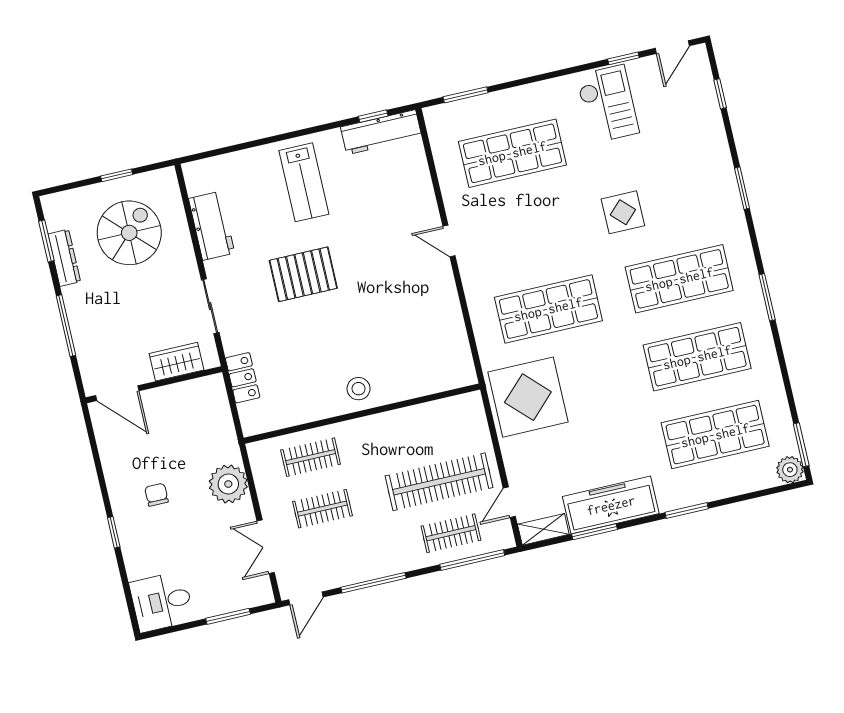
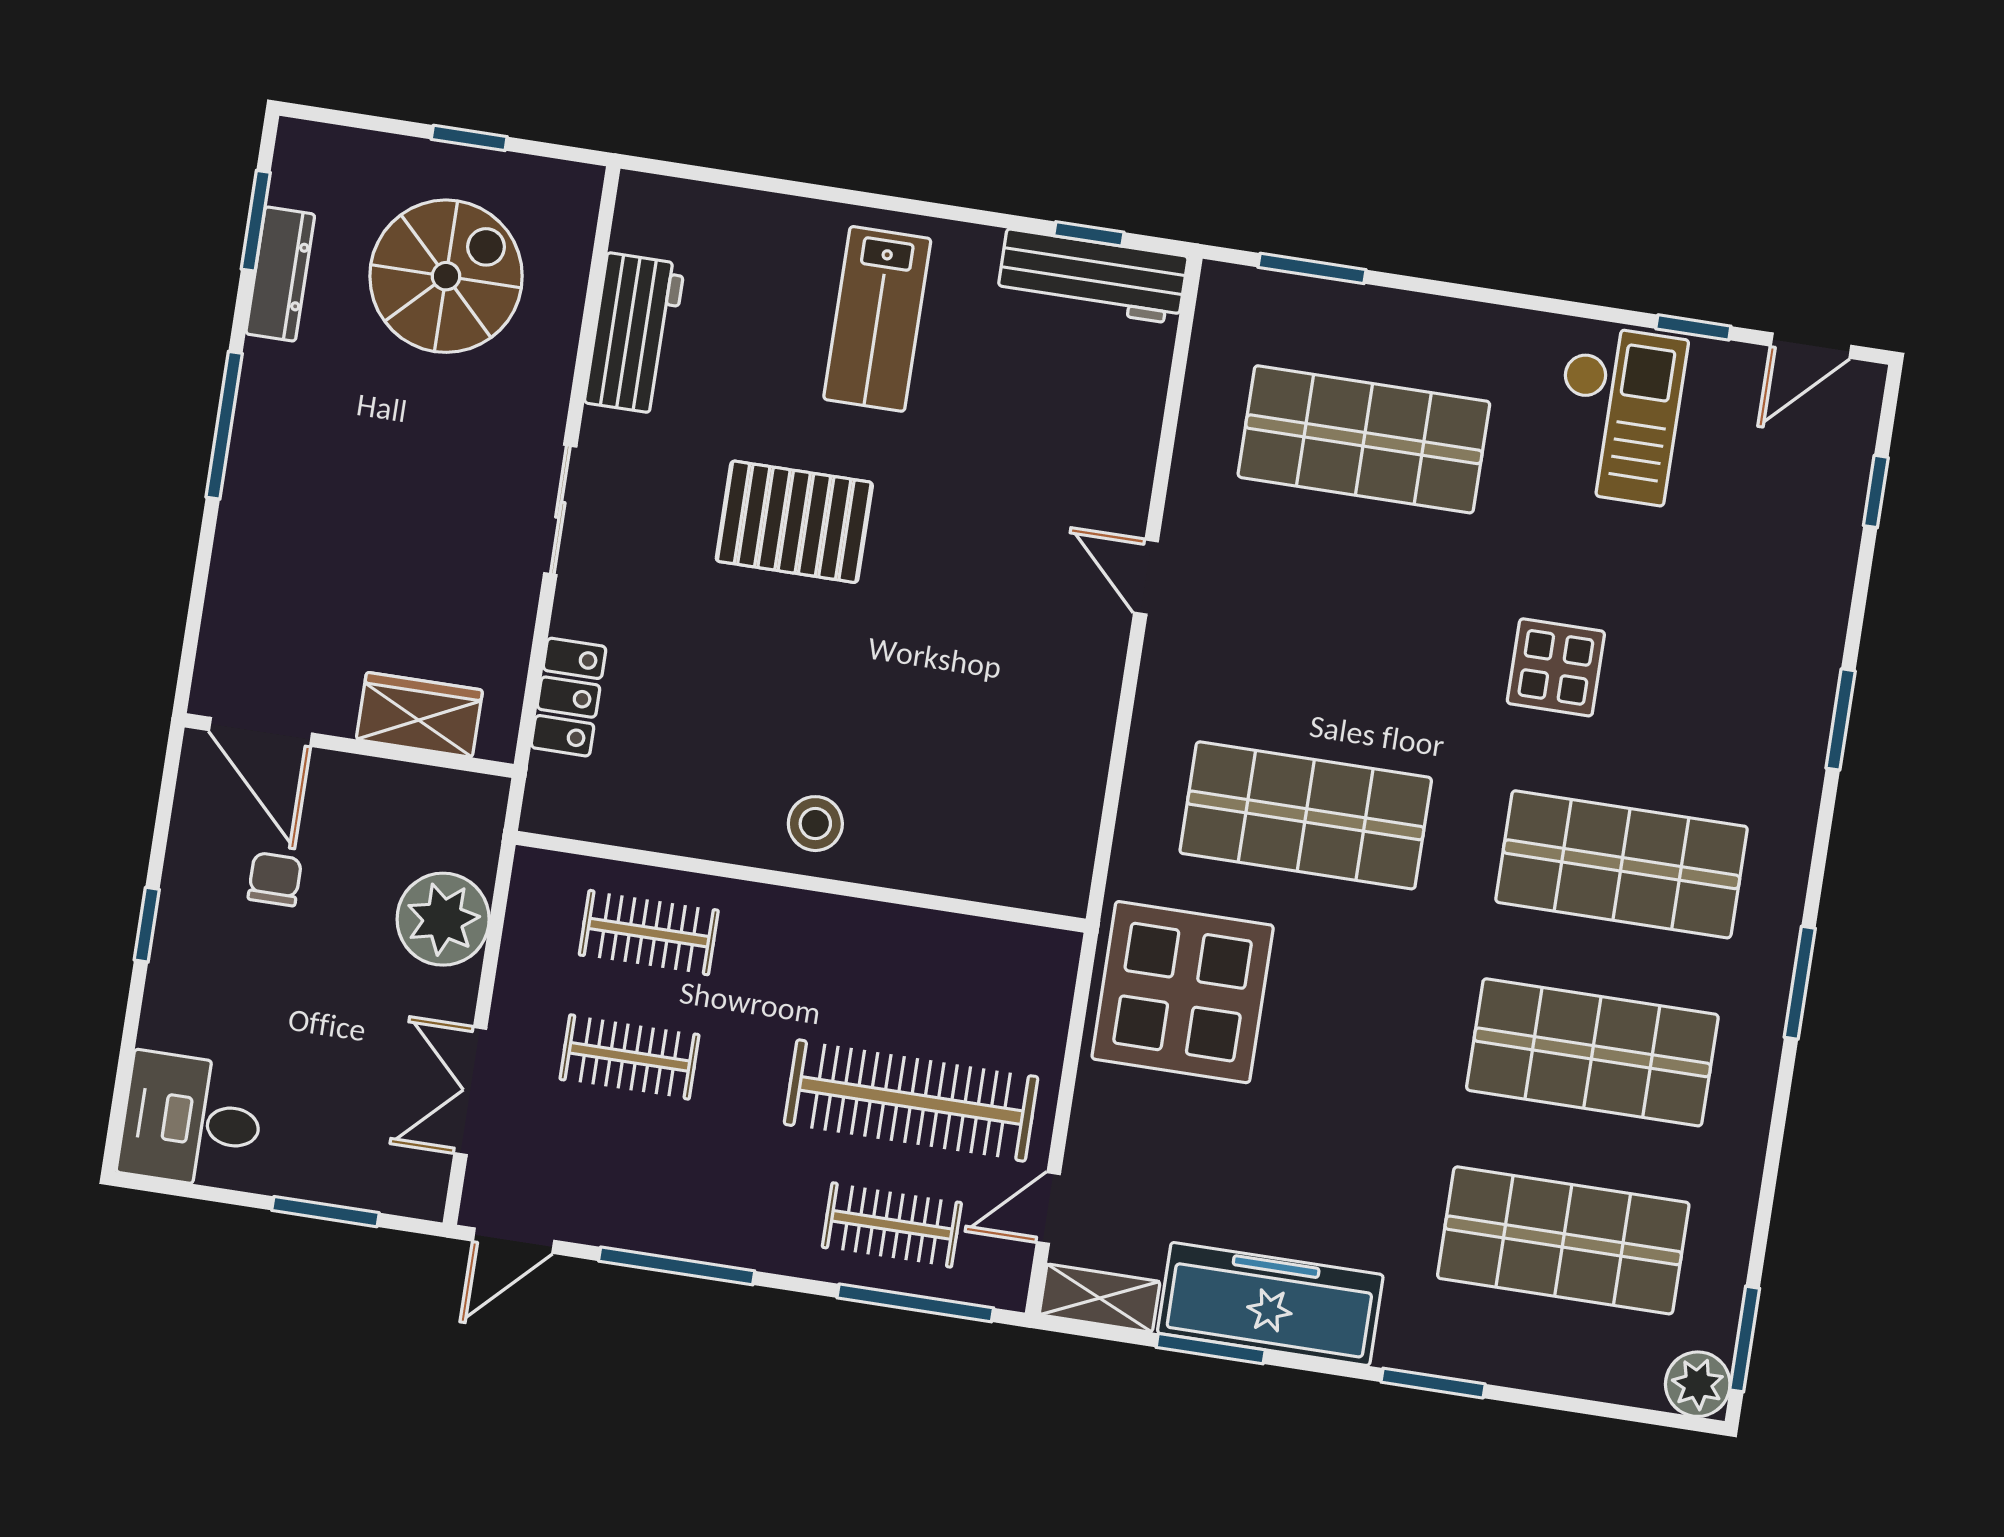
wardrobe: (177, 362) -> (419, 715), moved
wall: (154, 385) -> (349, 746), moved
door: (117, 393) -> (261, 732), moved

